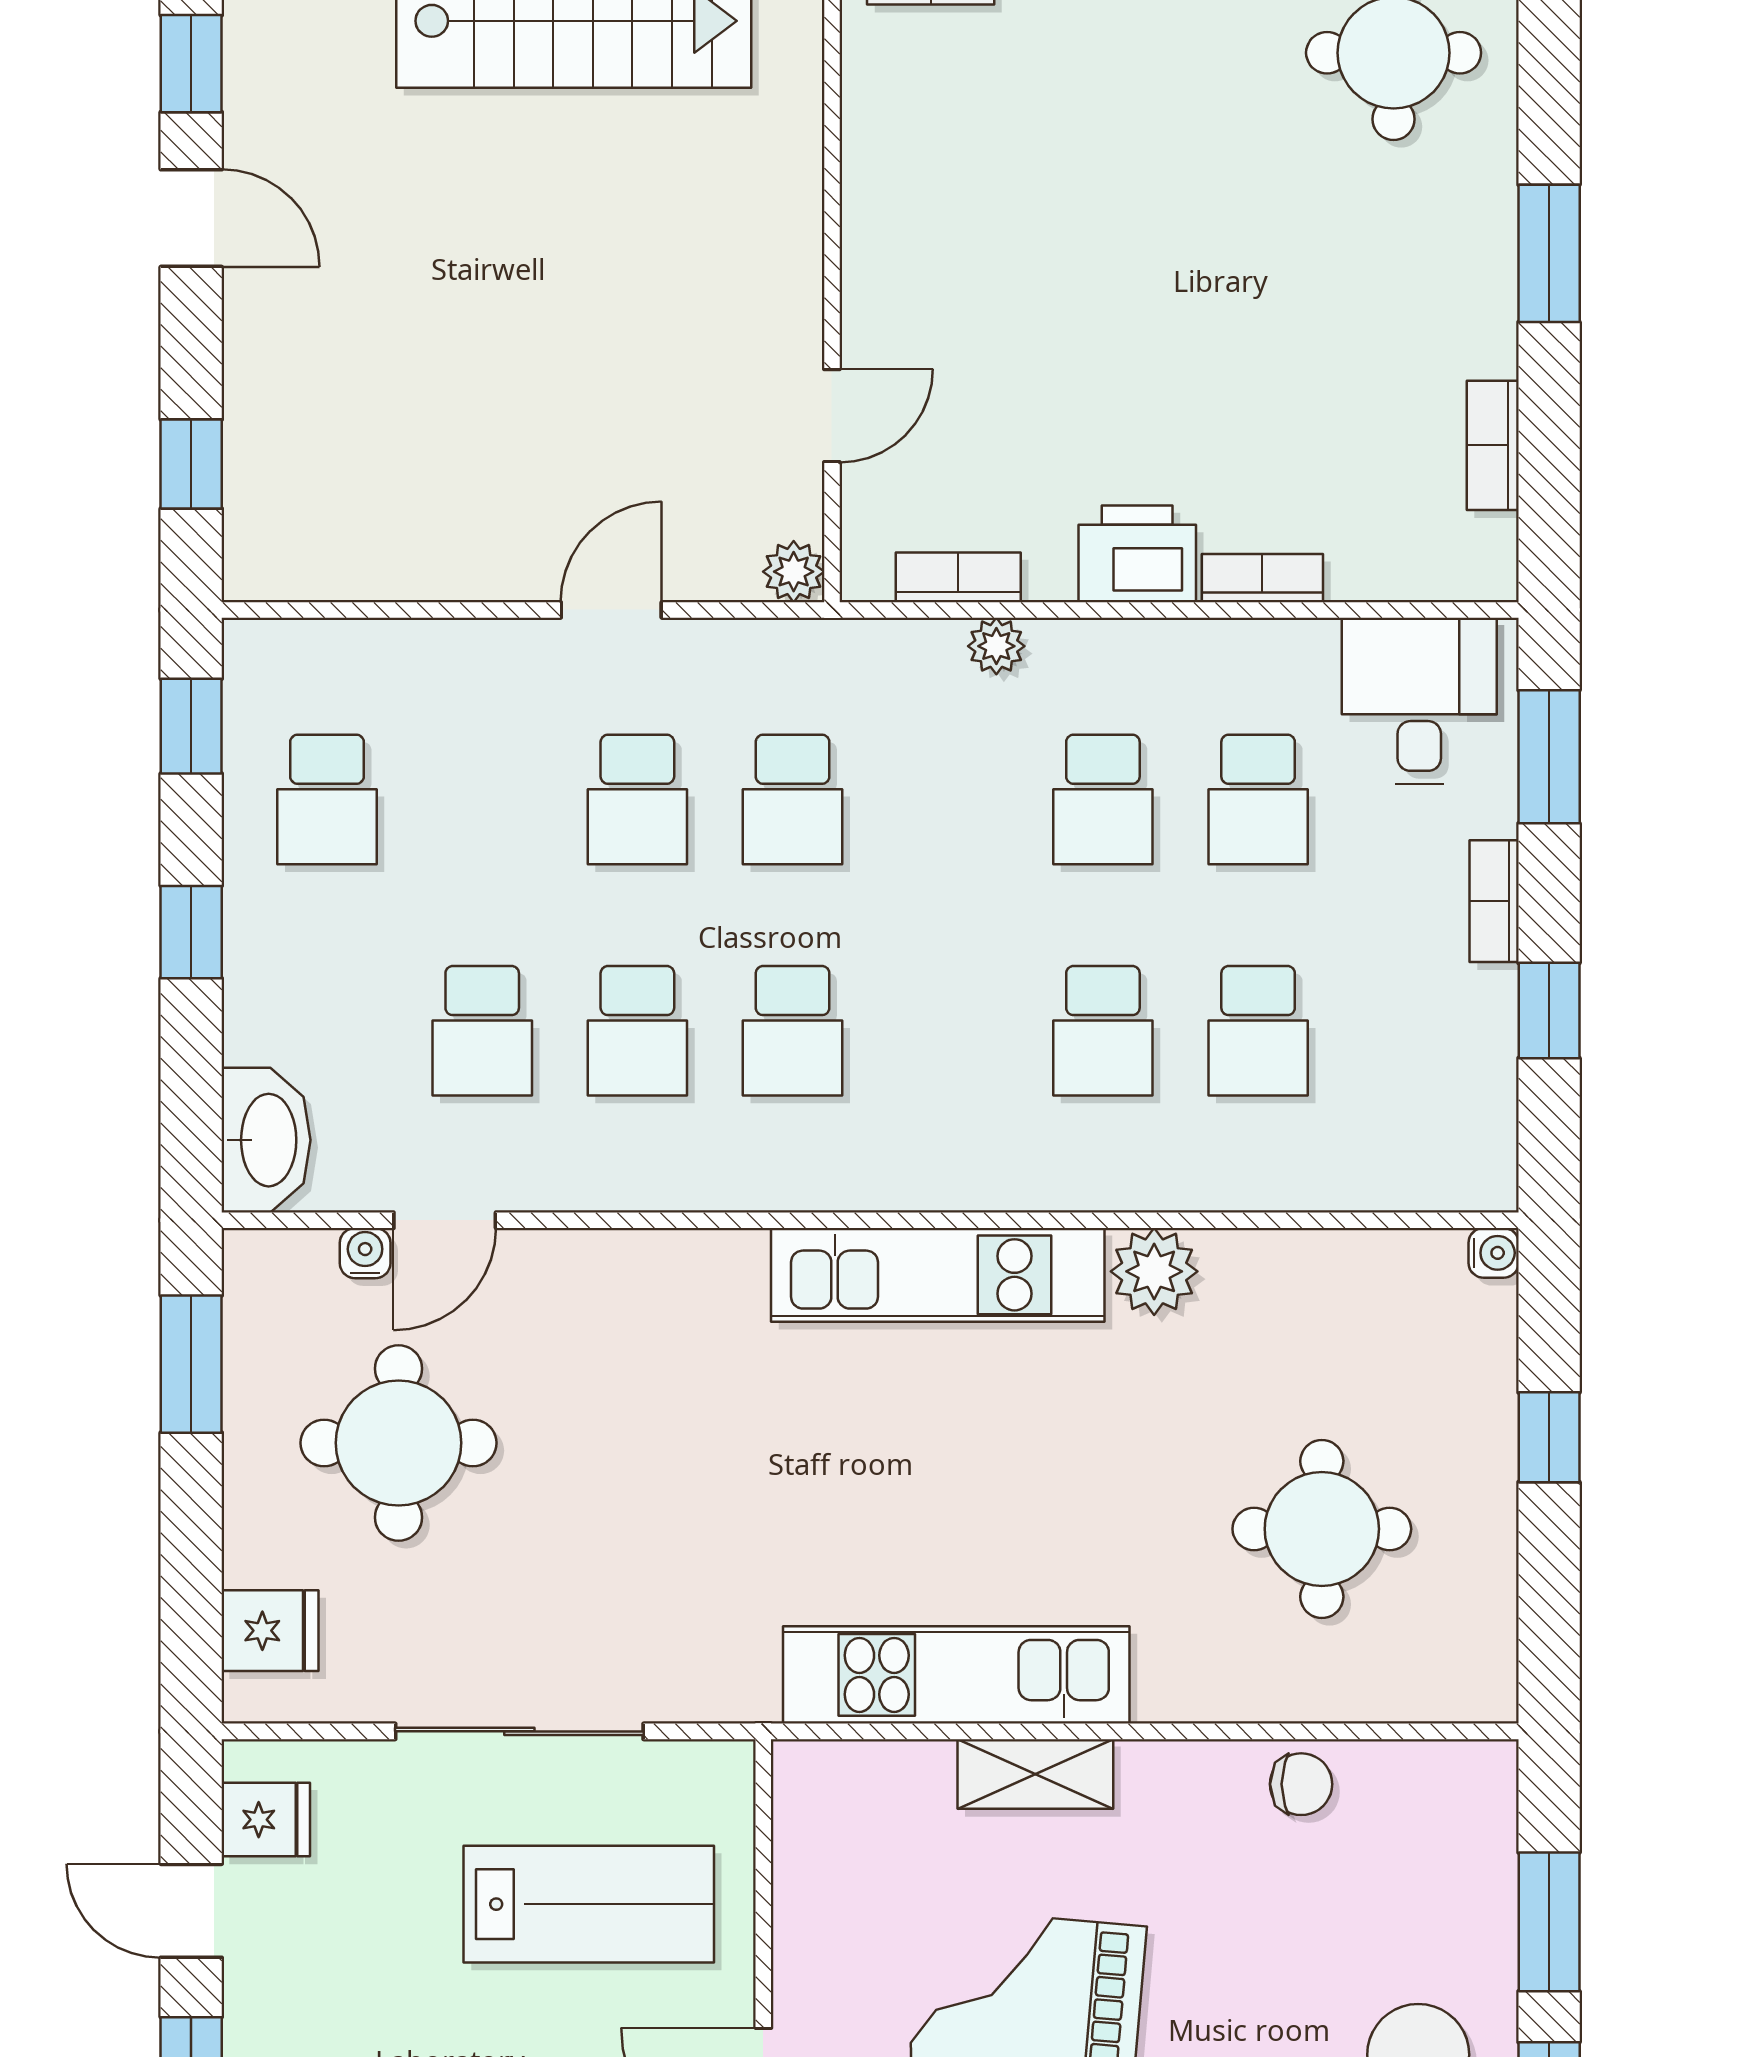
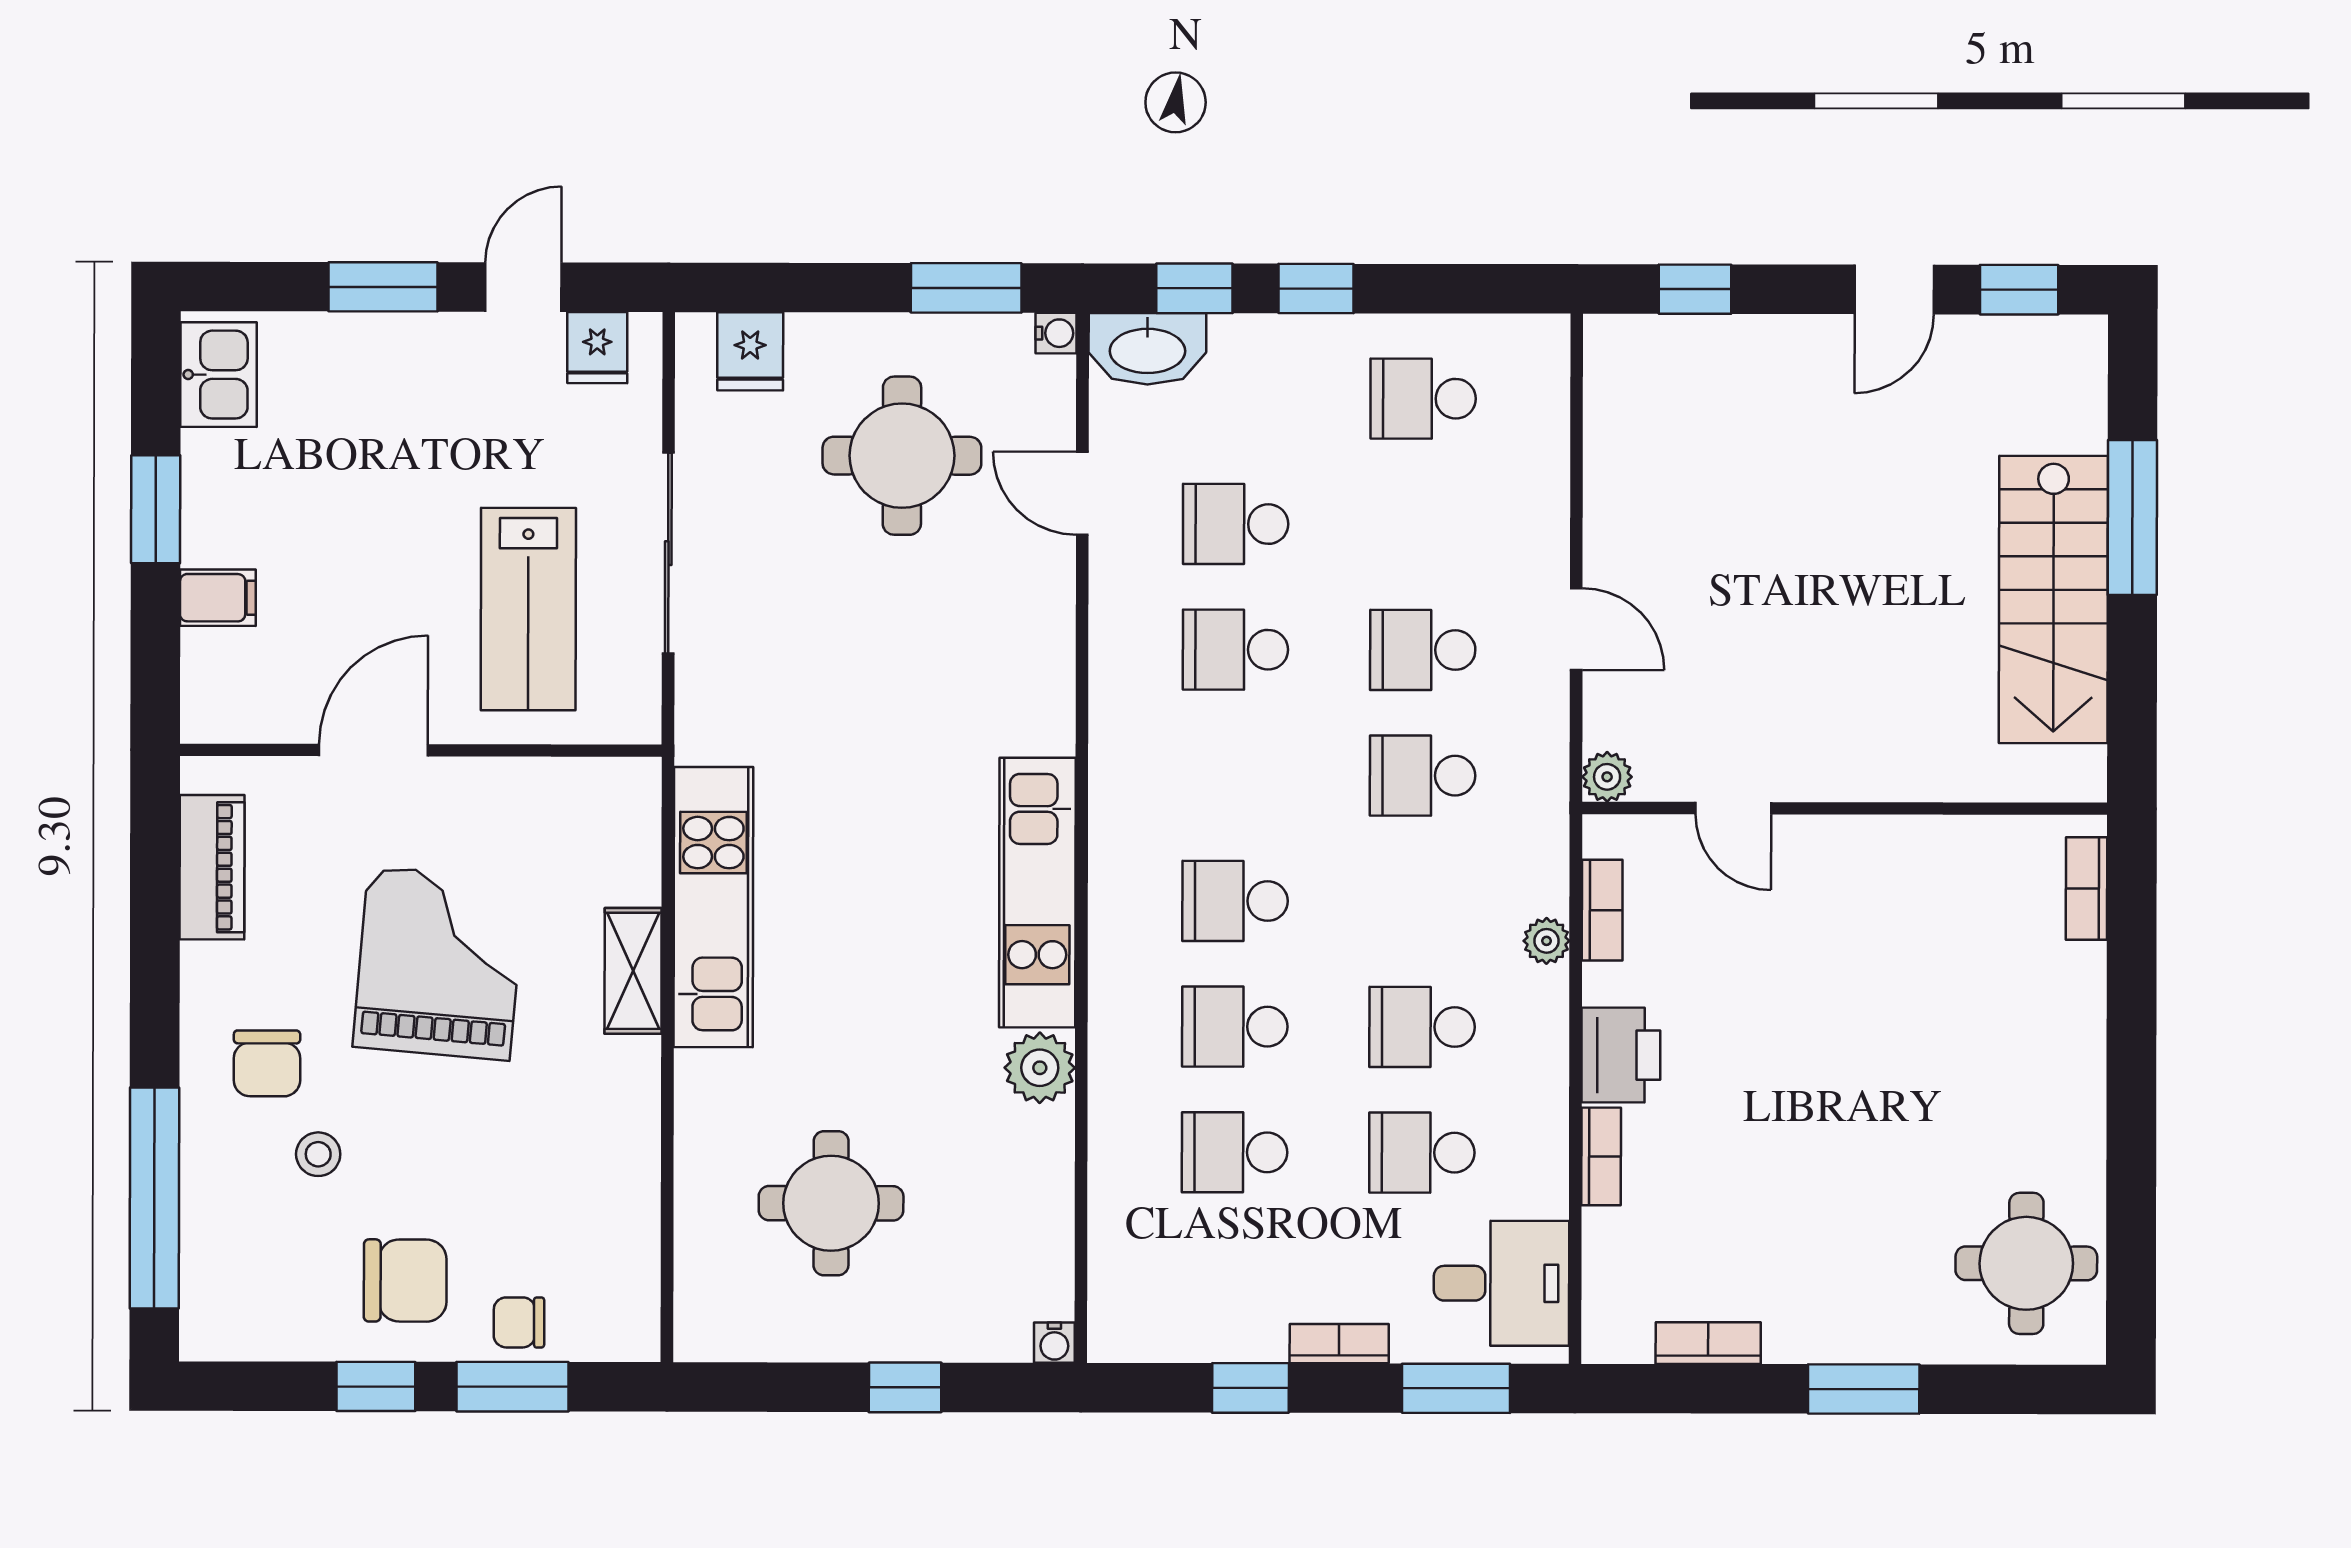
window: (191, 726) -> (1194, 288), moved
school desk: (793, 1031) -> (1235, 901), moved
water cooler: (365, 1253) -> (1056, 333), moved
chair: (1301, 1784) -> (519, 1322), moved, turned 90

